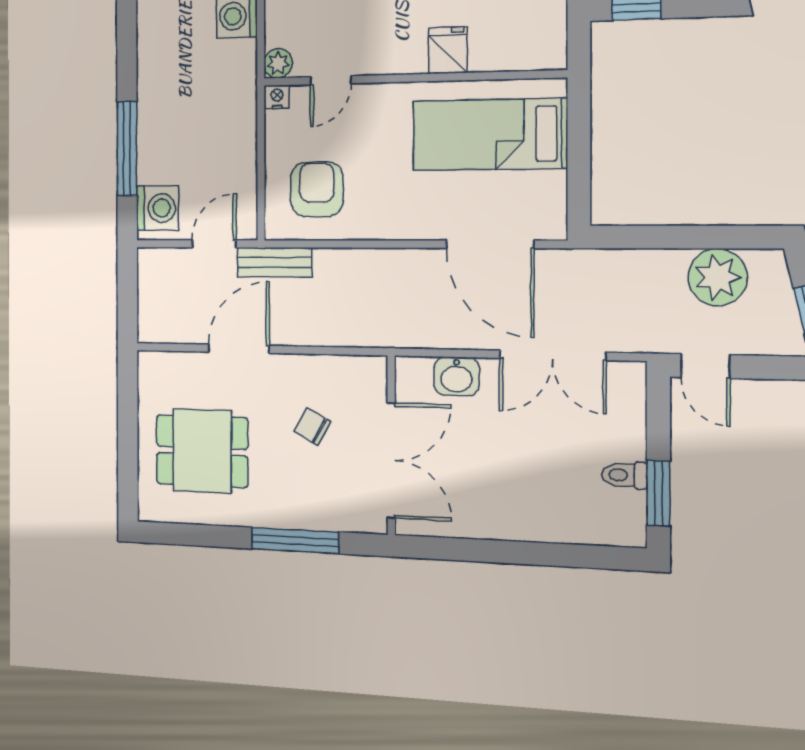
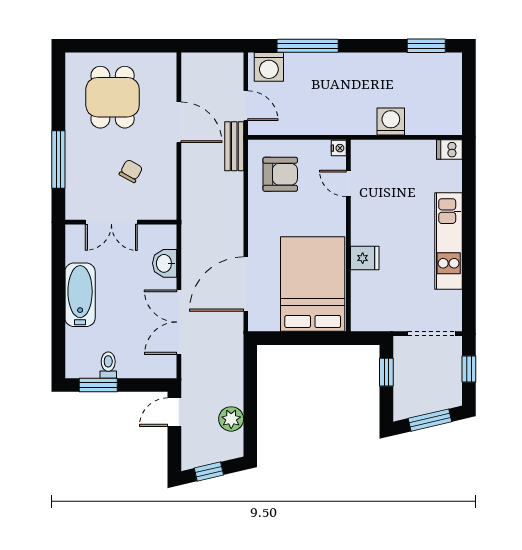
plant: (278, 63) -> (360, 149), removed
bed: (490, 135) -> (313, 284), width x1.50
plant: (717, 277) -> (231, 419), width x0.73, depth x0.73
double door: (391, 460) -> (111, 222), width x0.73
bathtub: (507, 516) -> (80, 295), added

